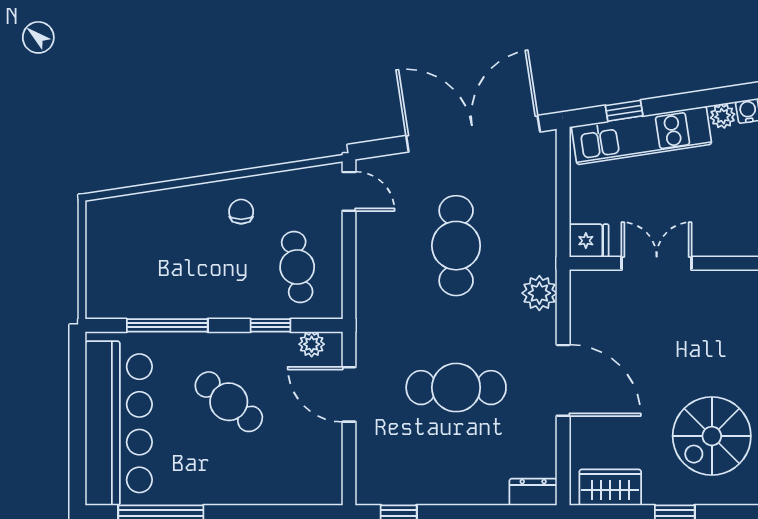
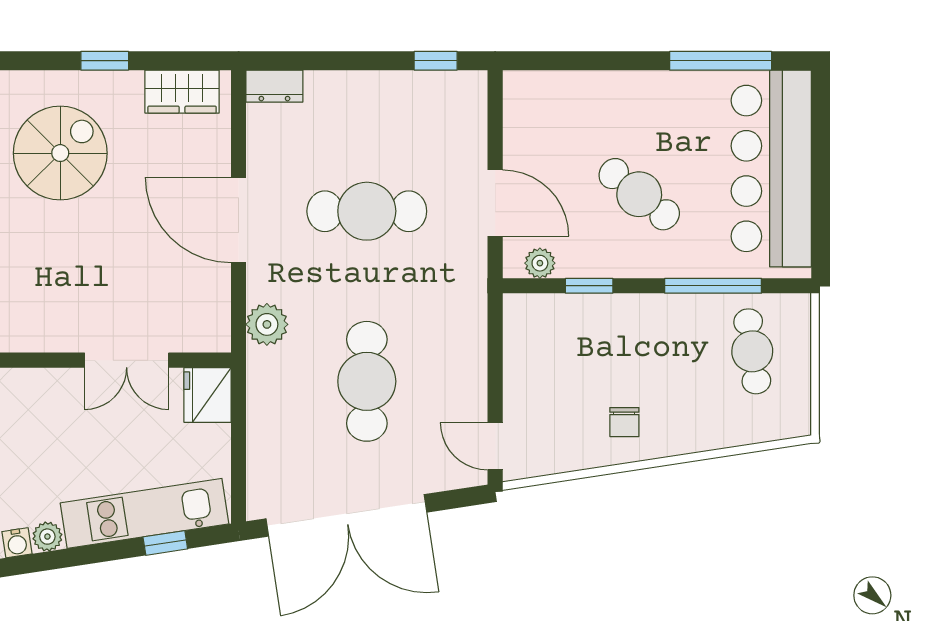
fridge: (589, 241) -> (207, 395), width x1.38
cafe table: (297, 267) -> (752, 351), moved

